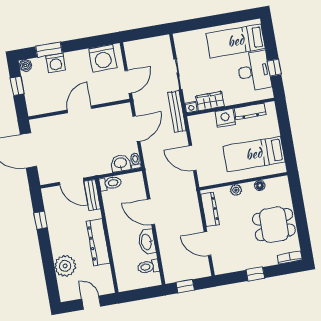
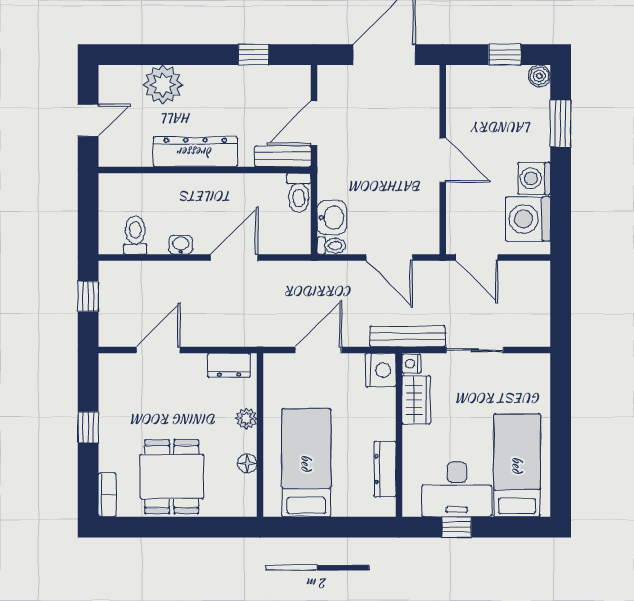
washing machine: (56, 63) -> (534, 178), moved
nightstand: (225, 118) -> (381, 370), moved
dresser: (210, 209) -> (229, 365), width x0.70
washbasin: (147, 242) -> (181, 245), width x0.52, depth x0.69

